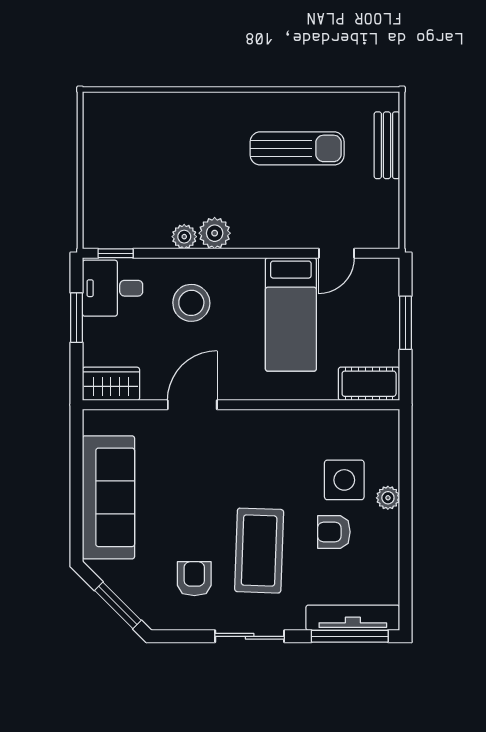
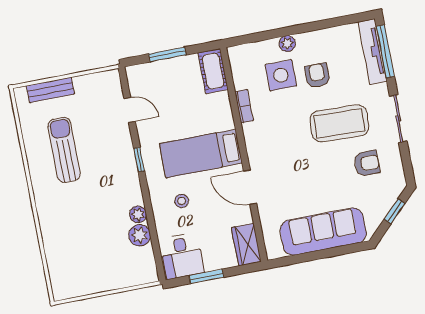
plant: (215, 233) -> (140, 235), moved
window: (116, 253) -> (139, 160), moved
stool: (191, 303) -> (182, 201), width x0.53, depth x0.53
bed: (291, 314) -> (201, 153), moved, turned 180
bookcase: (310, 419) -> (244, 106), added
armchair: (334, 532) -> (317, 76), turned 180
armchair: (194, 579) -> (367, 163), turned 180
window: (118, 605) -> (395, 211), width x0.67

